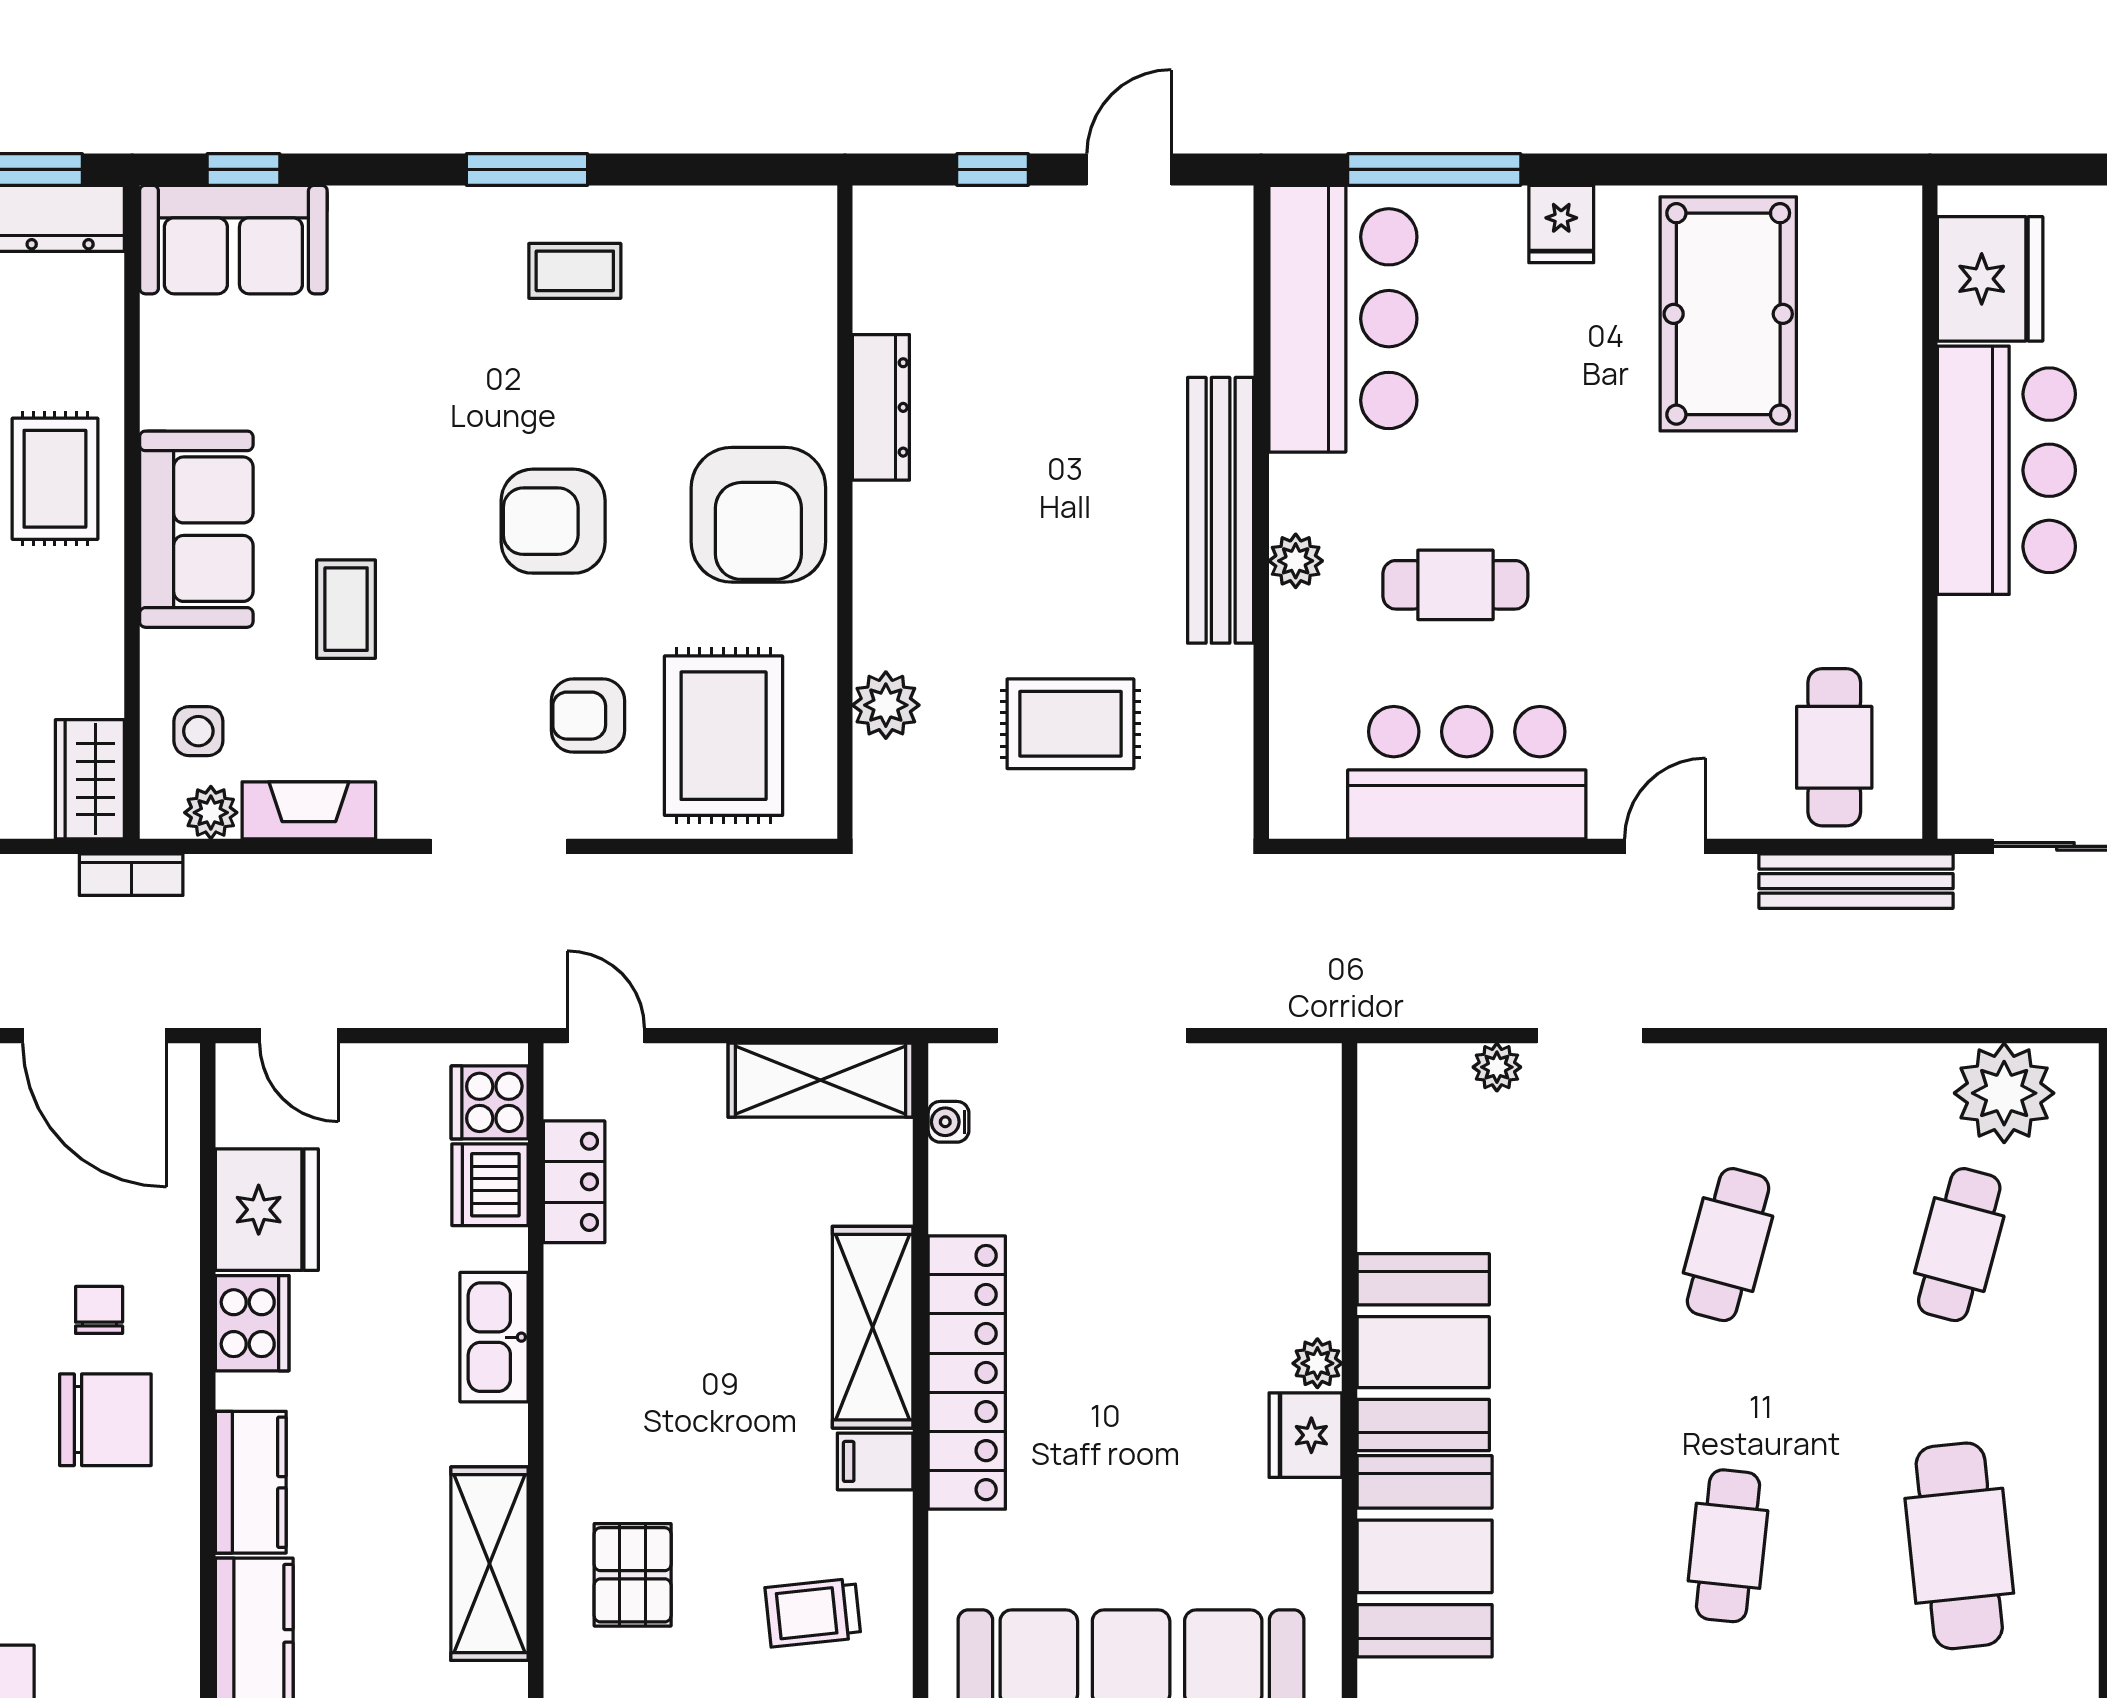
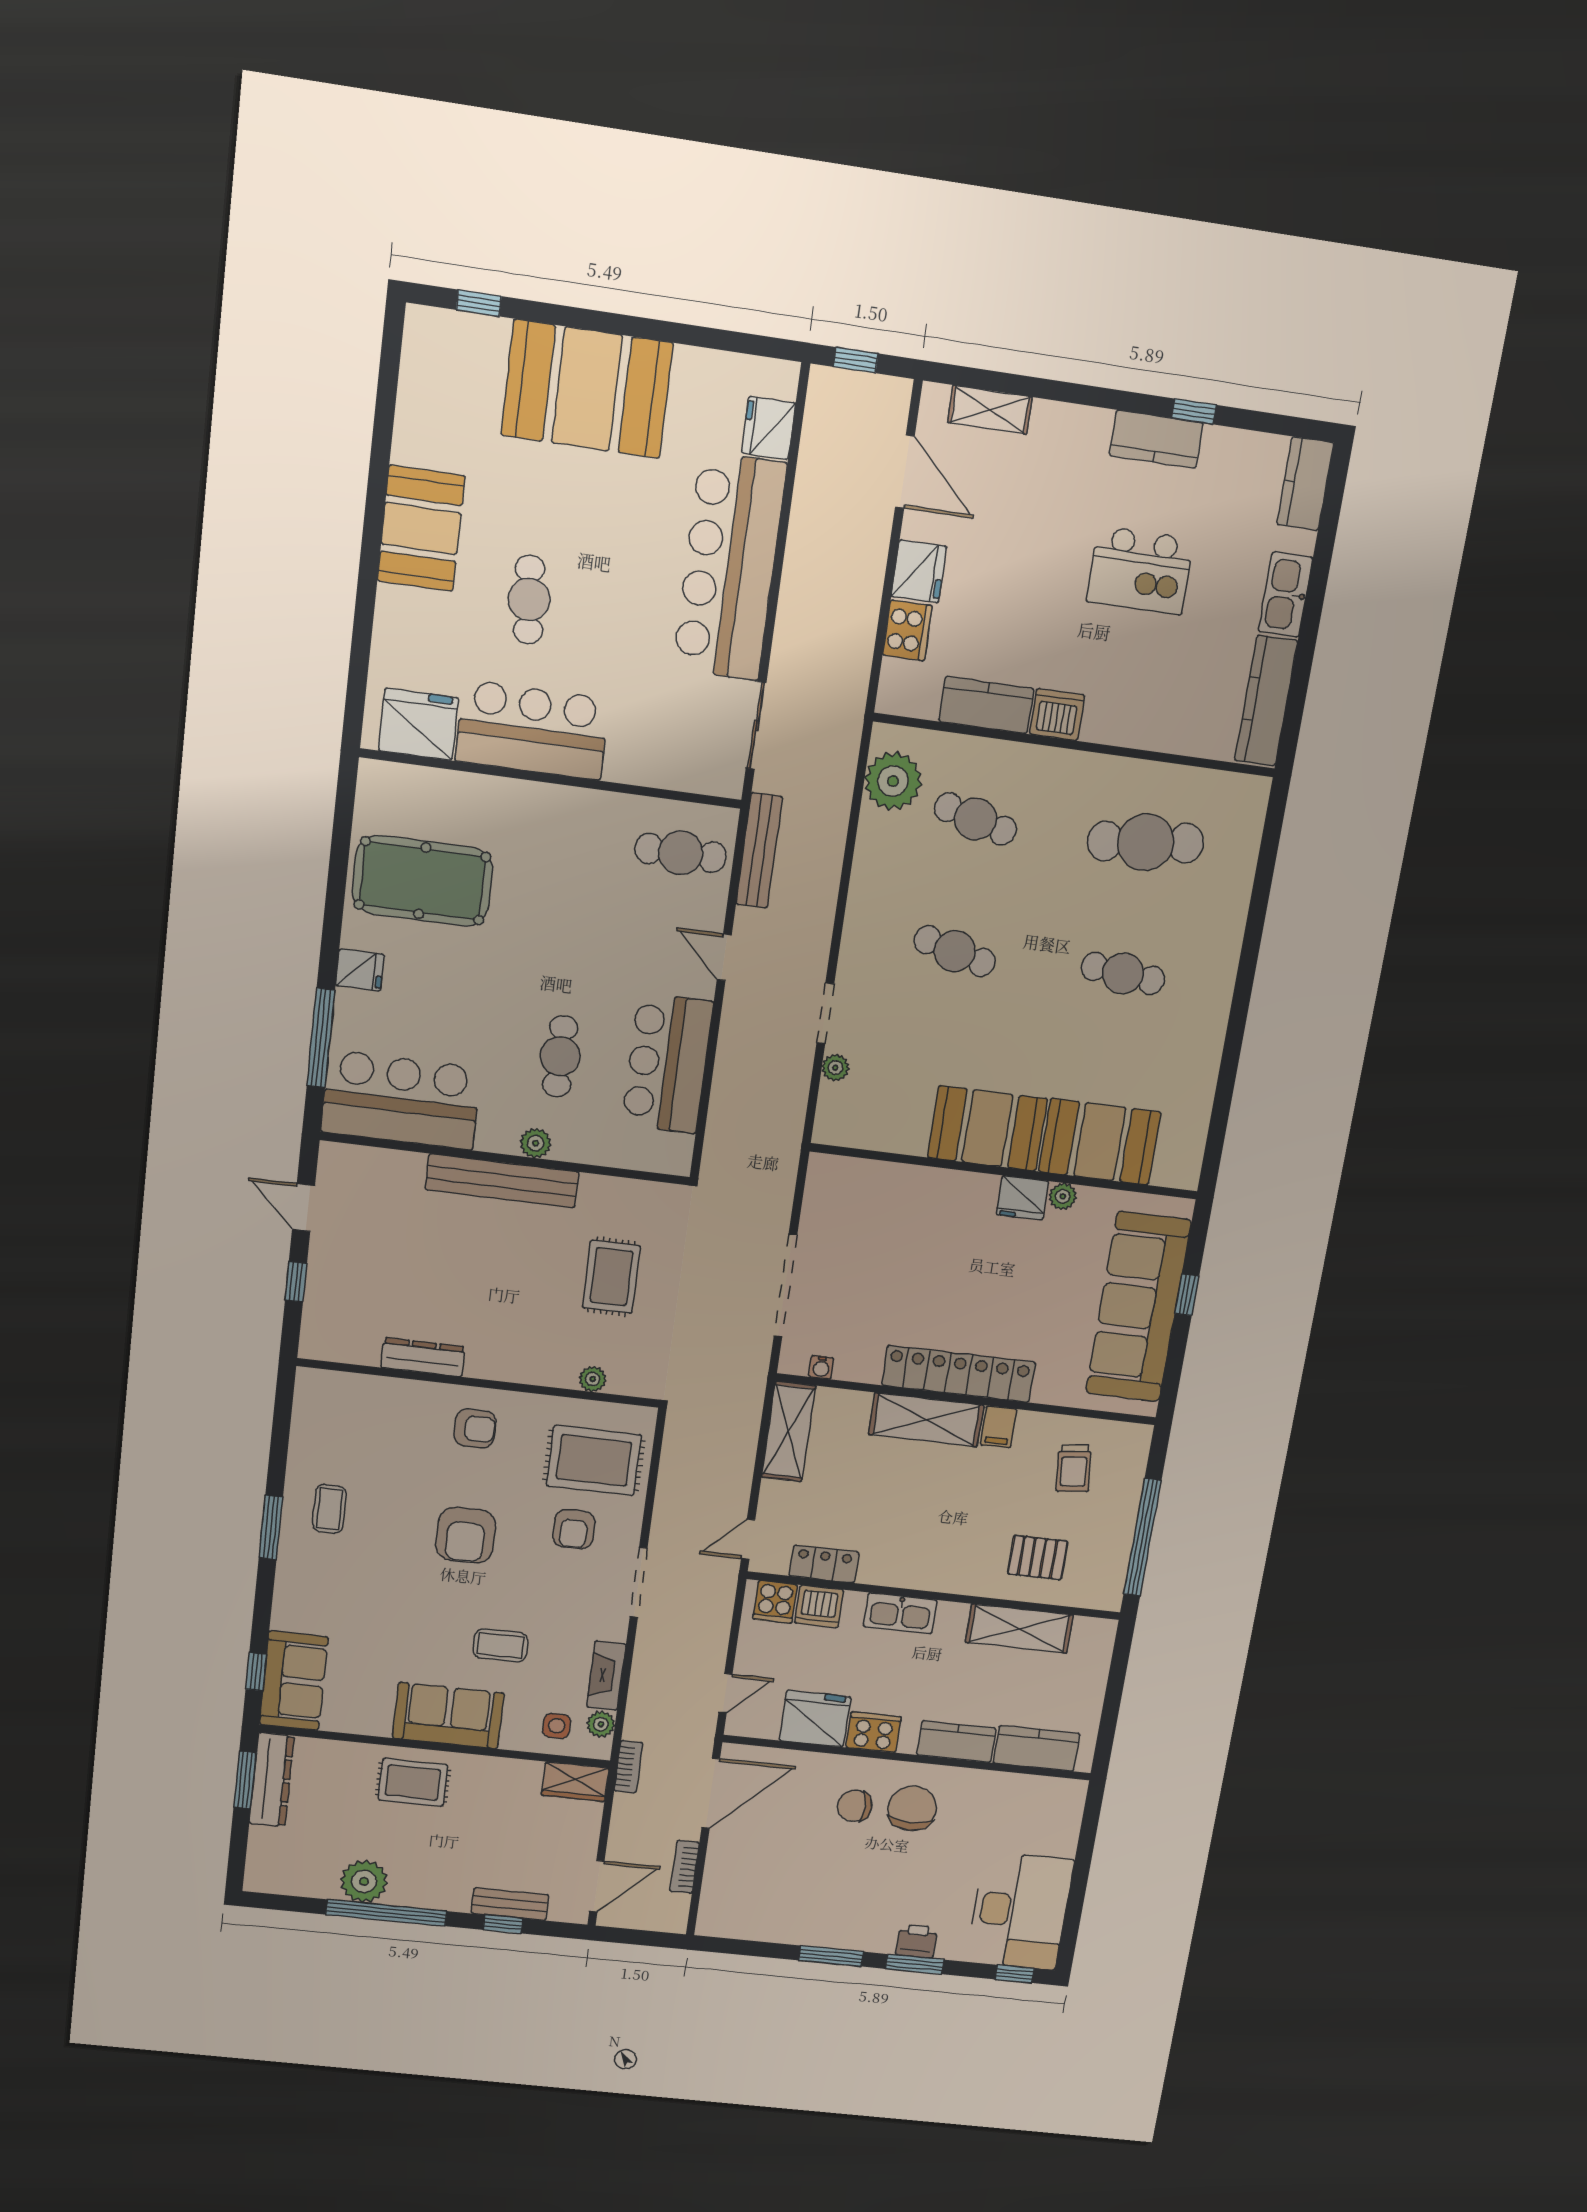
armchair: (758, 515) -> (475, 1429), width x0.53, depth x0.53
plant: (886, 705) -> (593, 1379), width x0.73, depth x0.73
chair: (99, 1310) -> (855, 1806), width x1.37, depth x1.37
plant: (1317, 1363) -> (1063, 1196), moved

